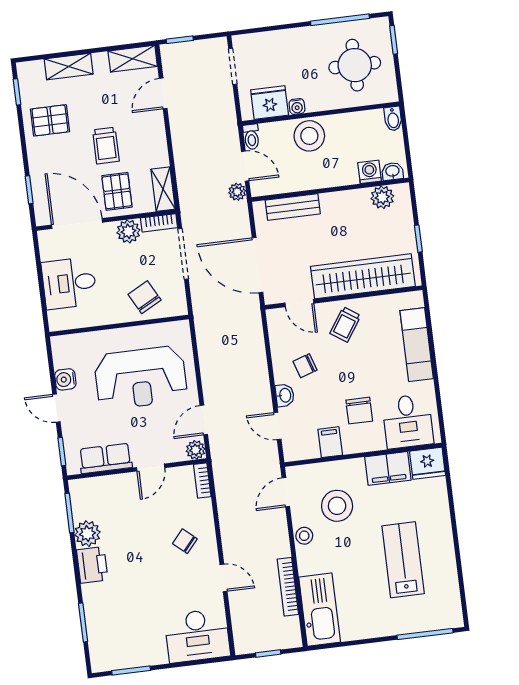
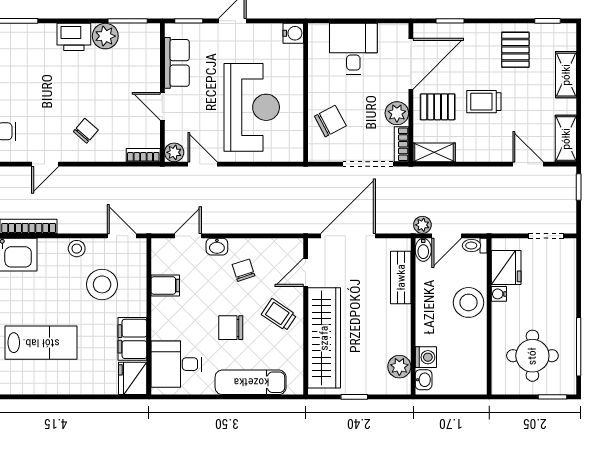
bidet: (393, 119) -> (423, 250), moved, turned -90
reception desk: (141, 378) -> (252, 107), turned 180
water cooler: (65, 379) -> (293, 33), moved, turned 90
chair: (359, 411) -> (231, 328), moved

